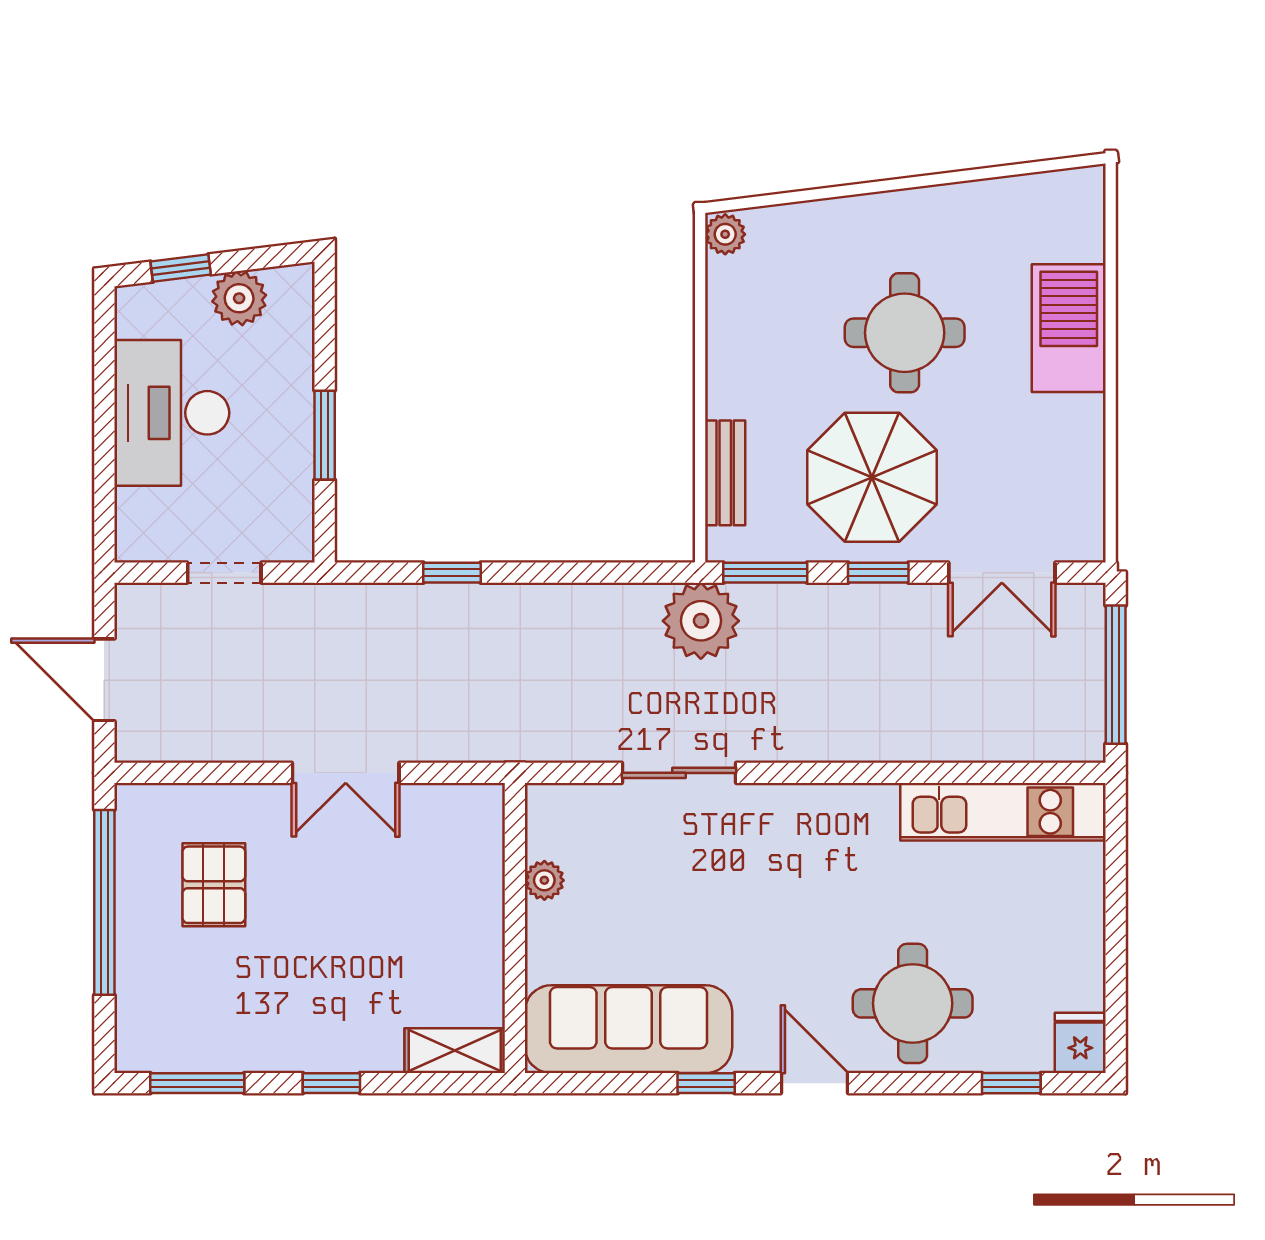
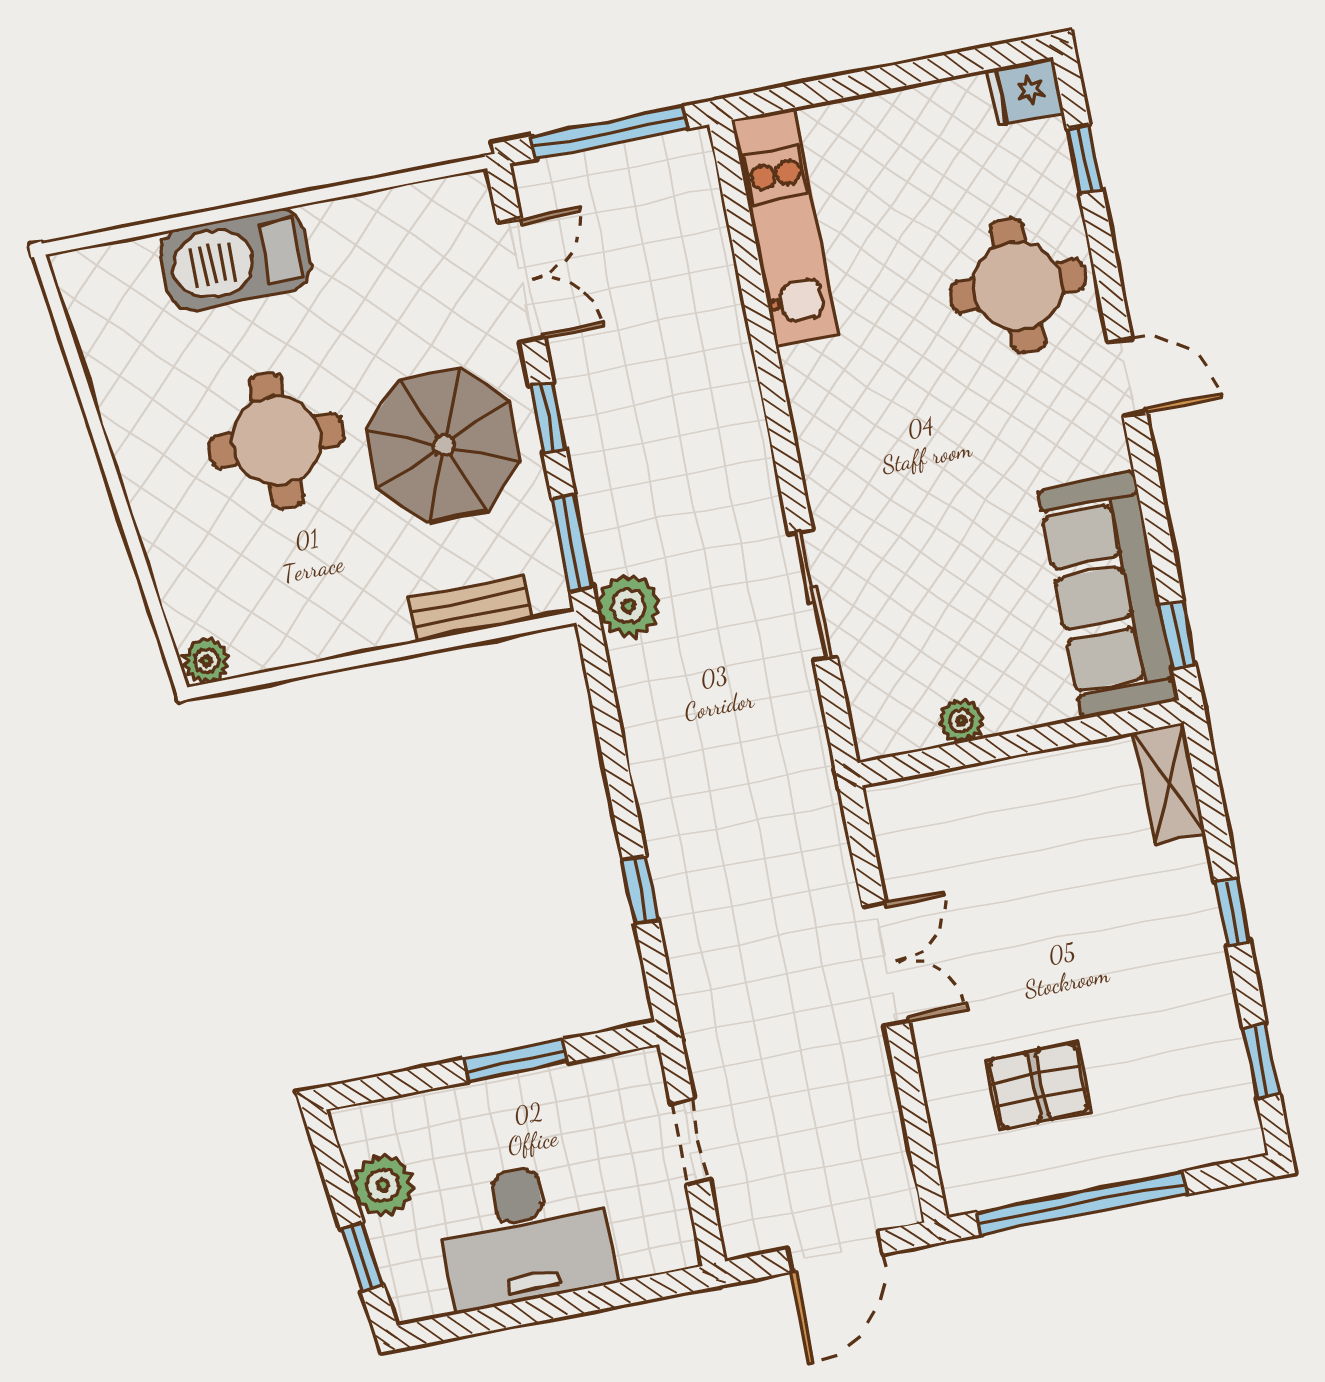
plant: (701, 621) -> (629, 606), width x0.73, depth x0.73
window: (197, 1083) -> (1262, 1061), width x0.67
window: (706, 1083) -> (1178, 634), moved
door: (815, 1083) -> (1127, 377), swing flipped

